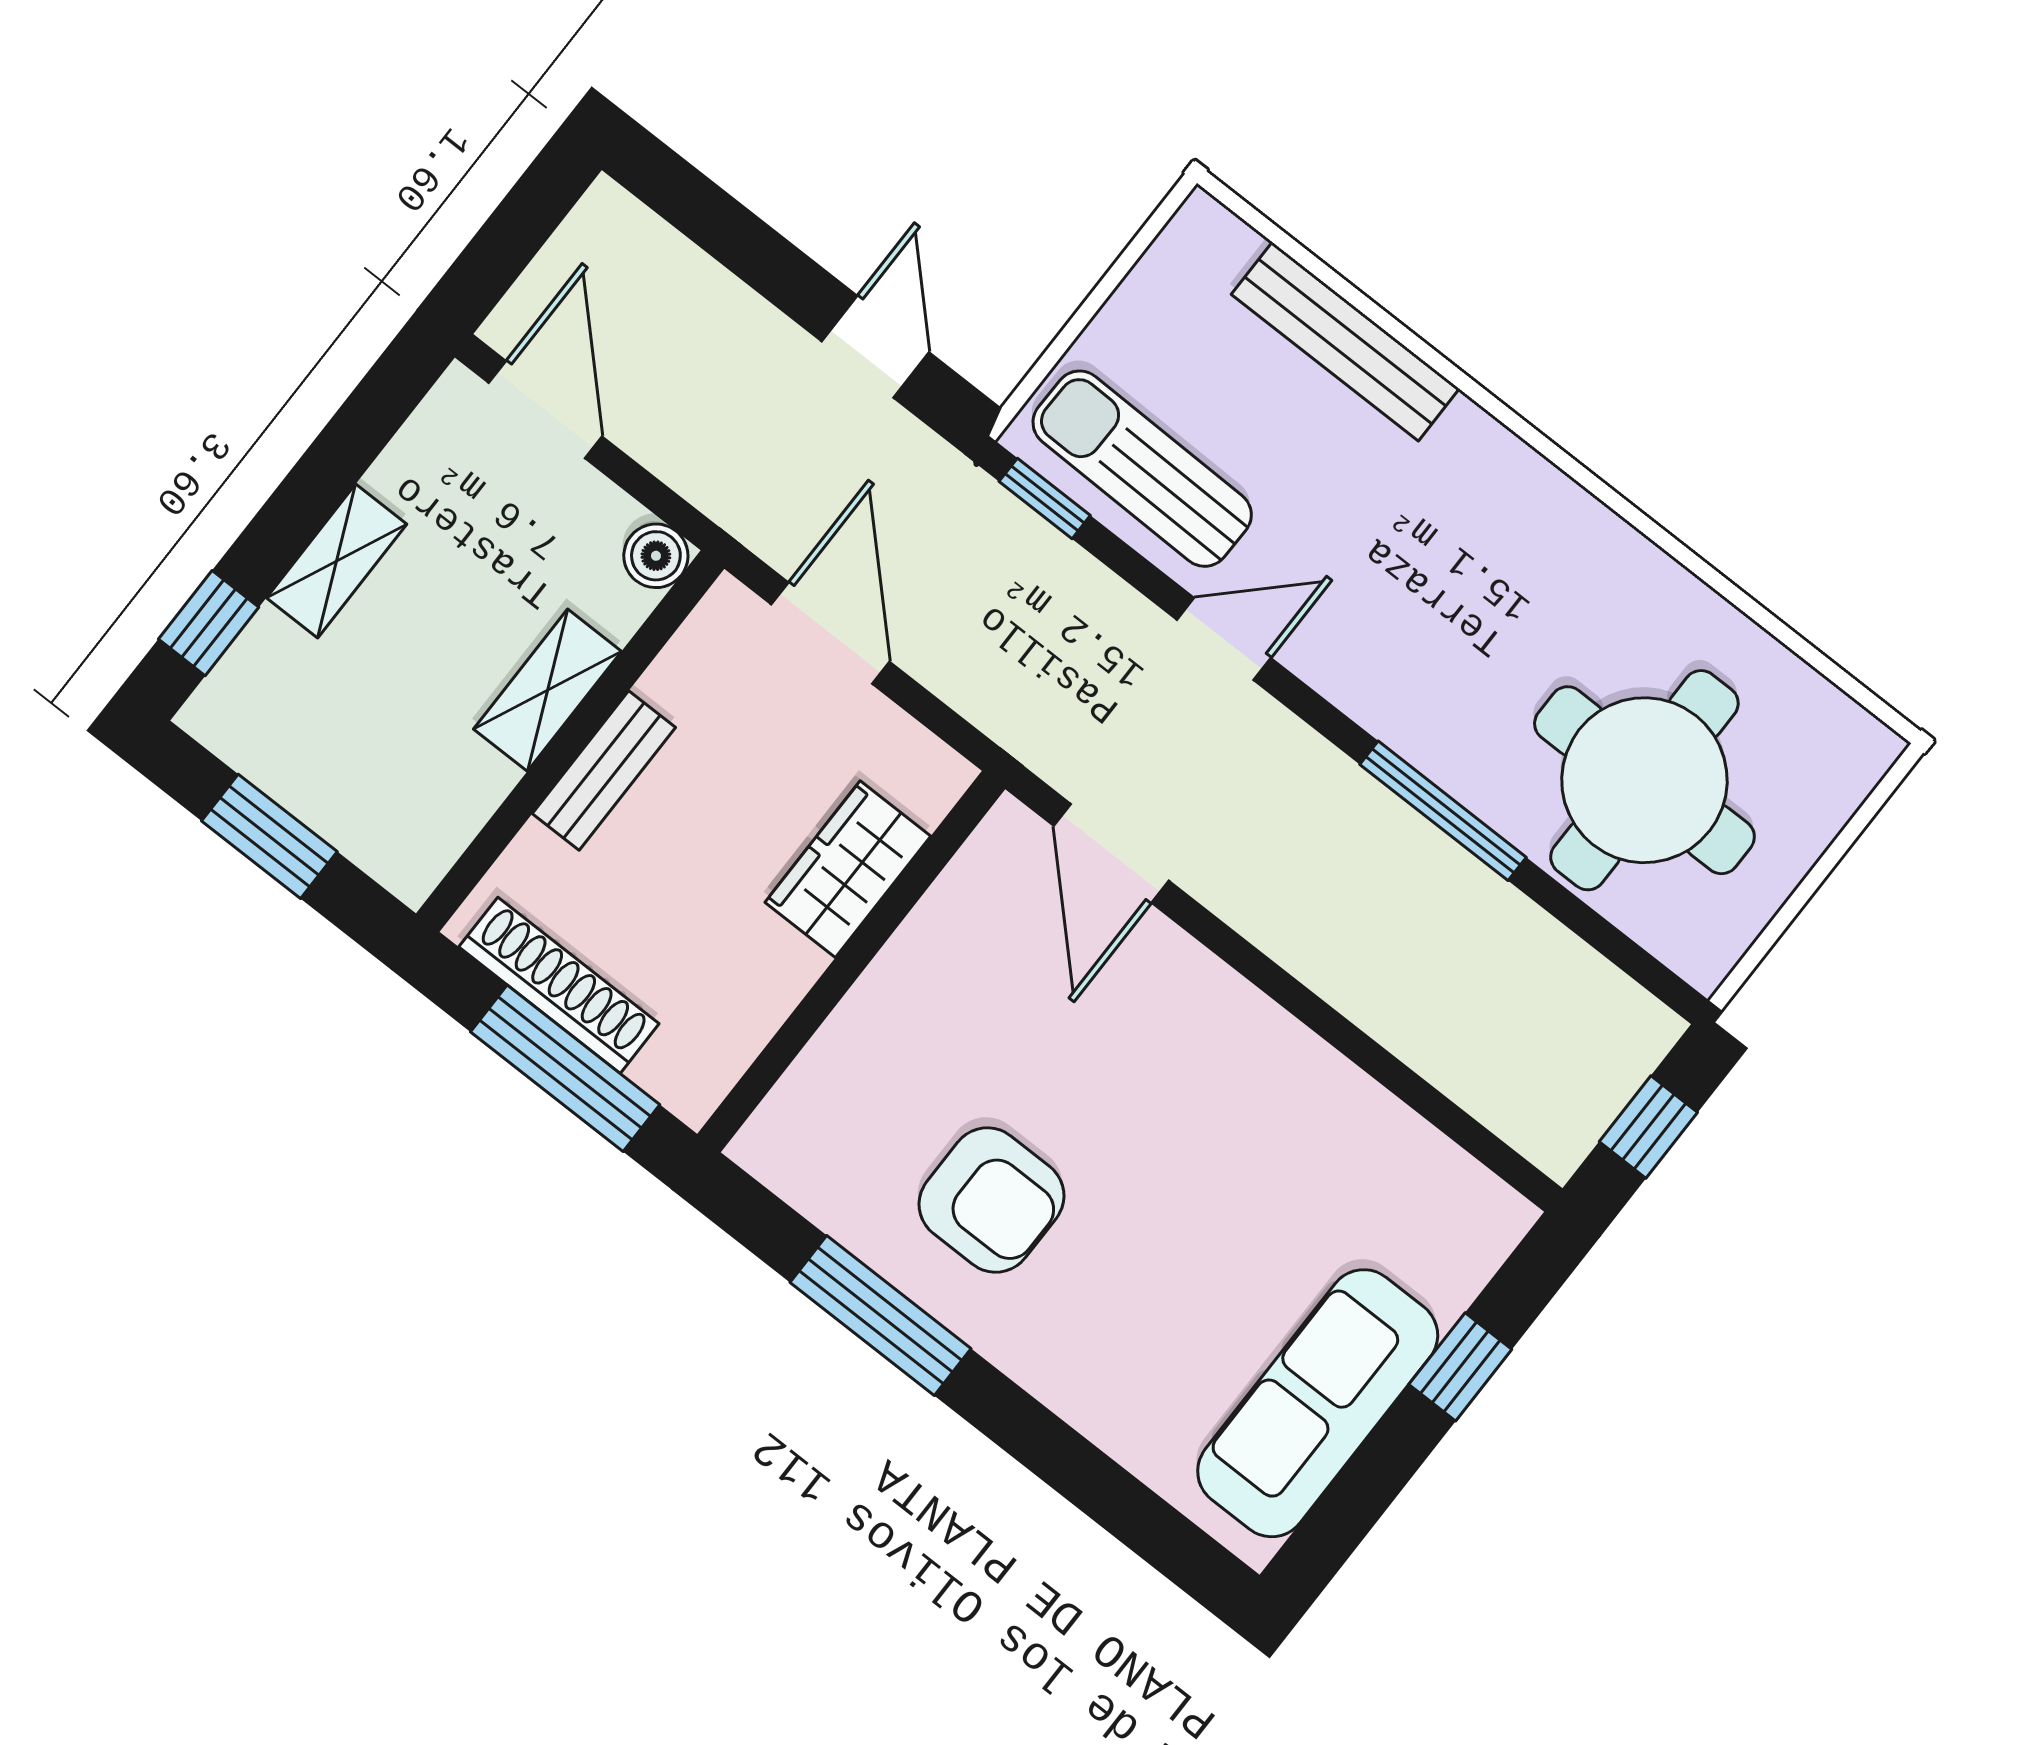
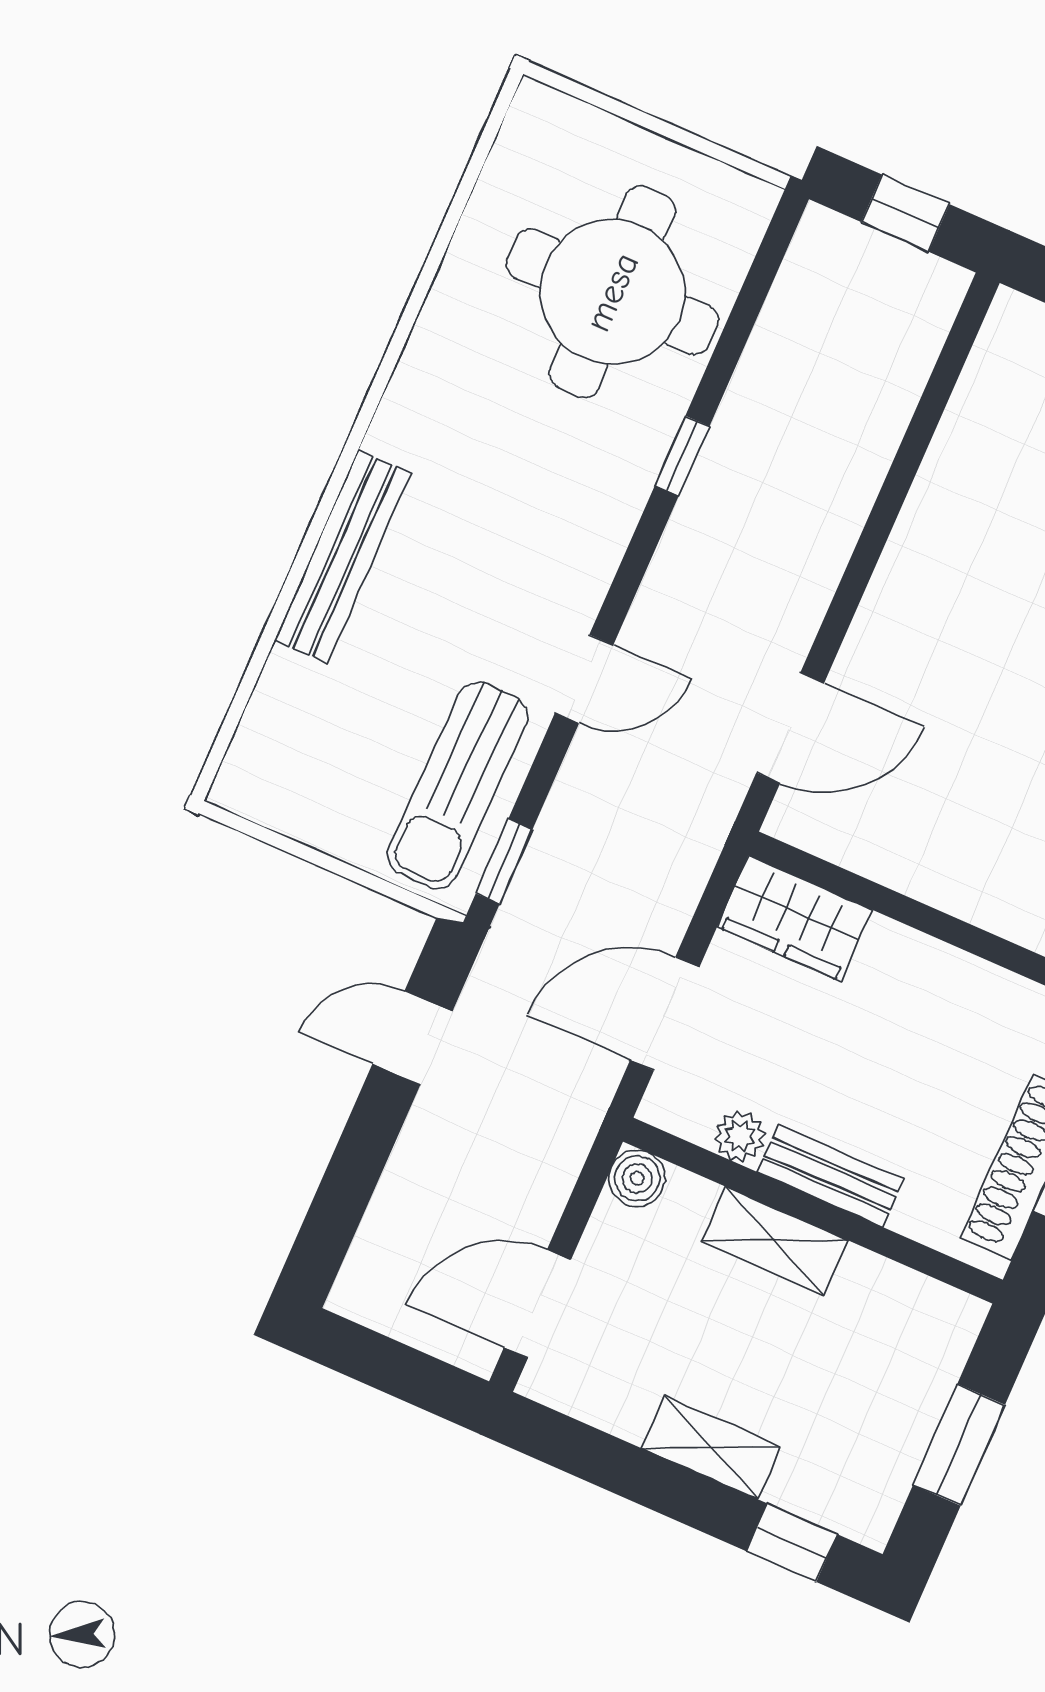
bench: (1345, 341) -> (343, 557), moved
door: (1224, 639) -> (584, 679), swing flipped
plant: (673, 681) -> (740, 1136), added
window: (1443, 811) -> (682, 456), width x0.46
wardrobe: (848, 869) -> (795, 918), moved

